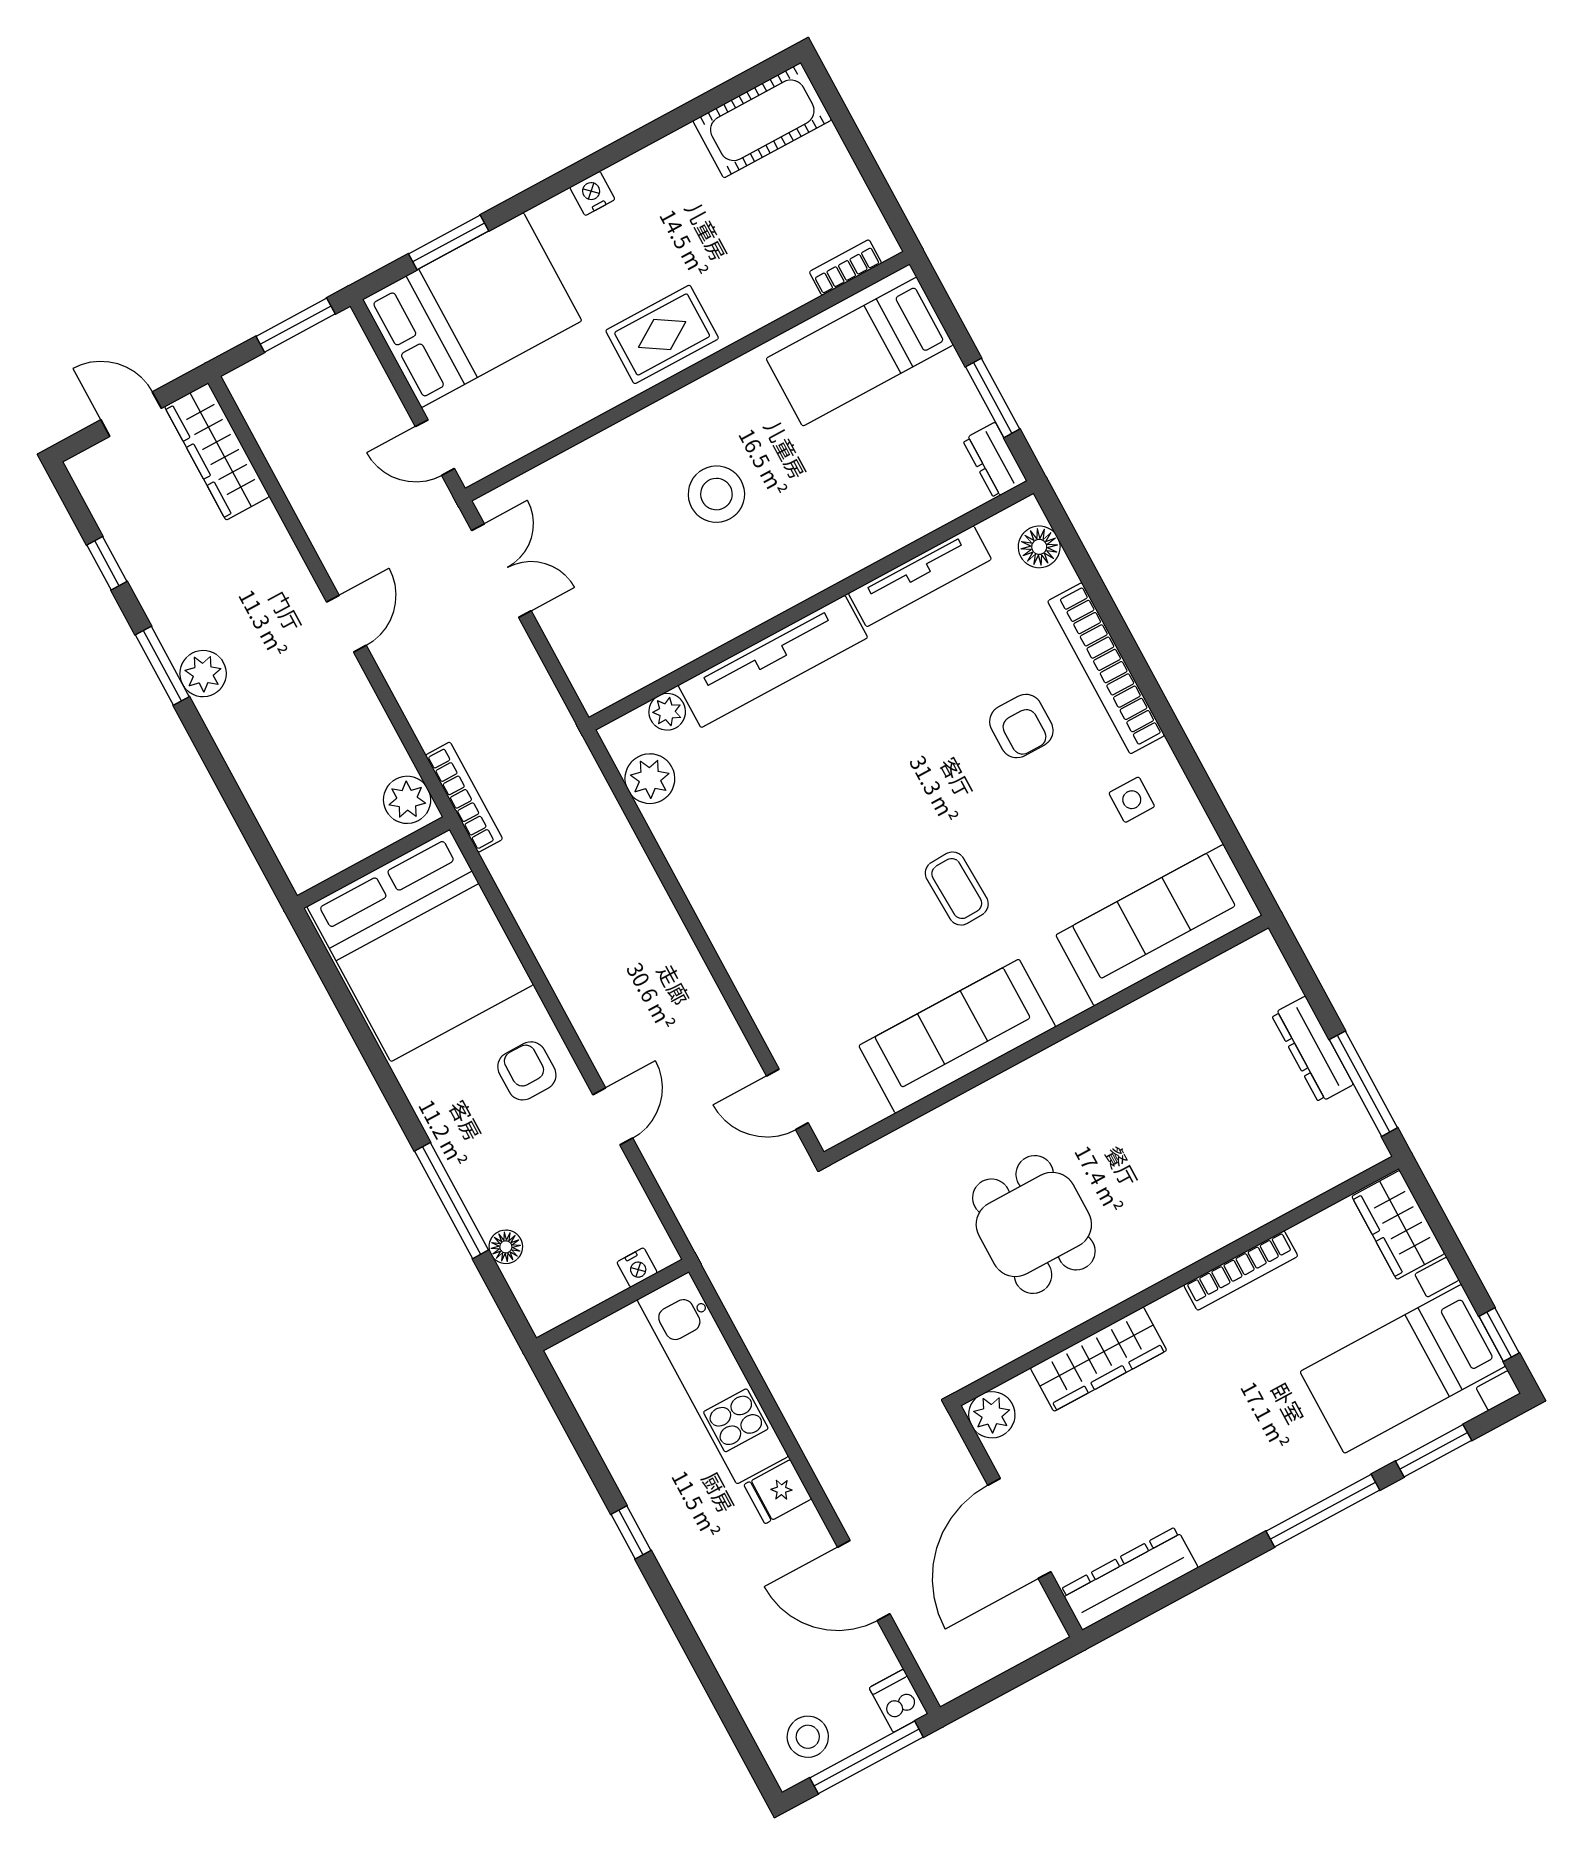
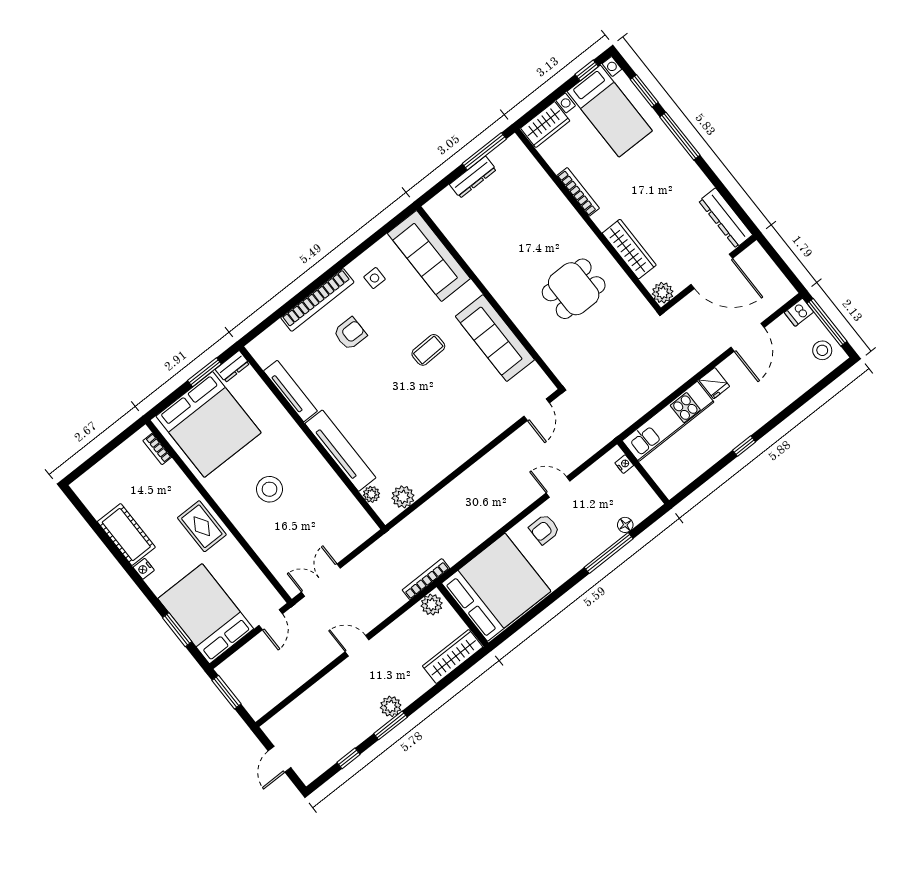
cot: (762, 120) -> (126, 535), moved
bed: (860, 352) -> (208, 424), width x2.04
wardrobe: (217, 451) -> (453, 656), moved, turned 180
floor lamp: (1039, 547) -> (268, 340), removed

